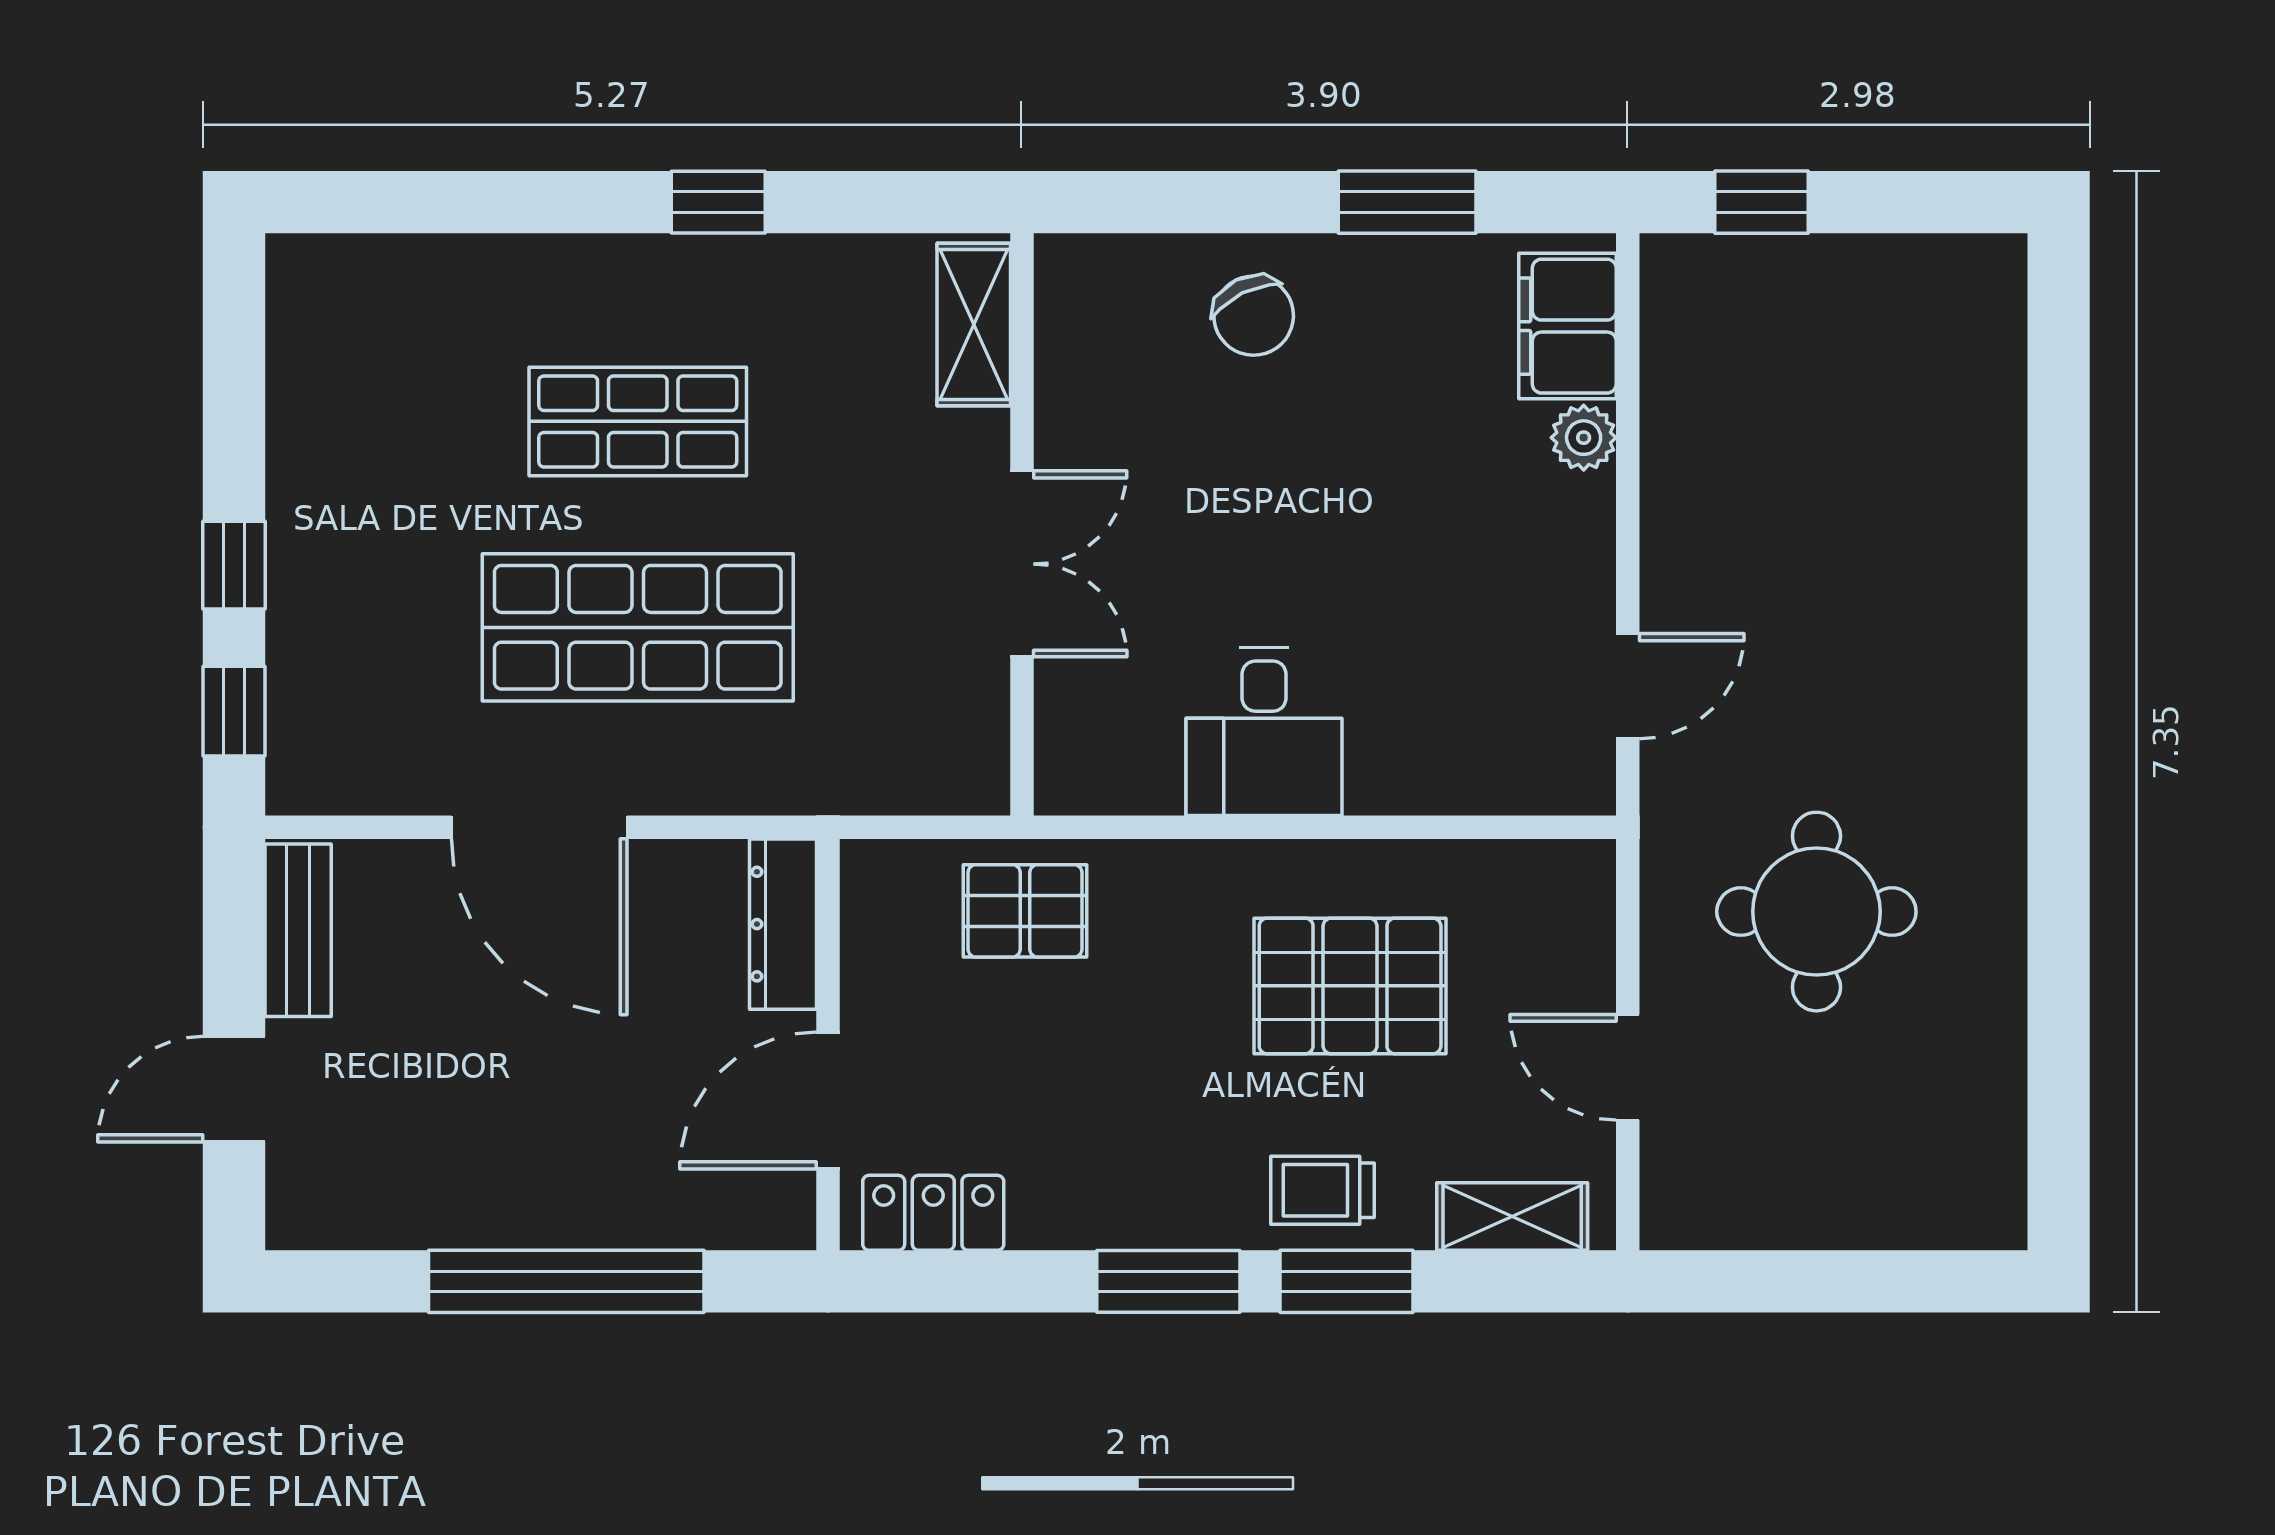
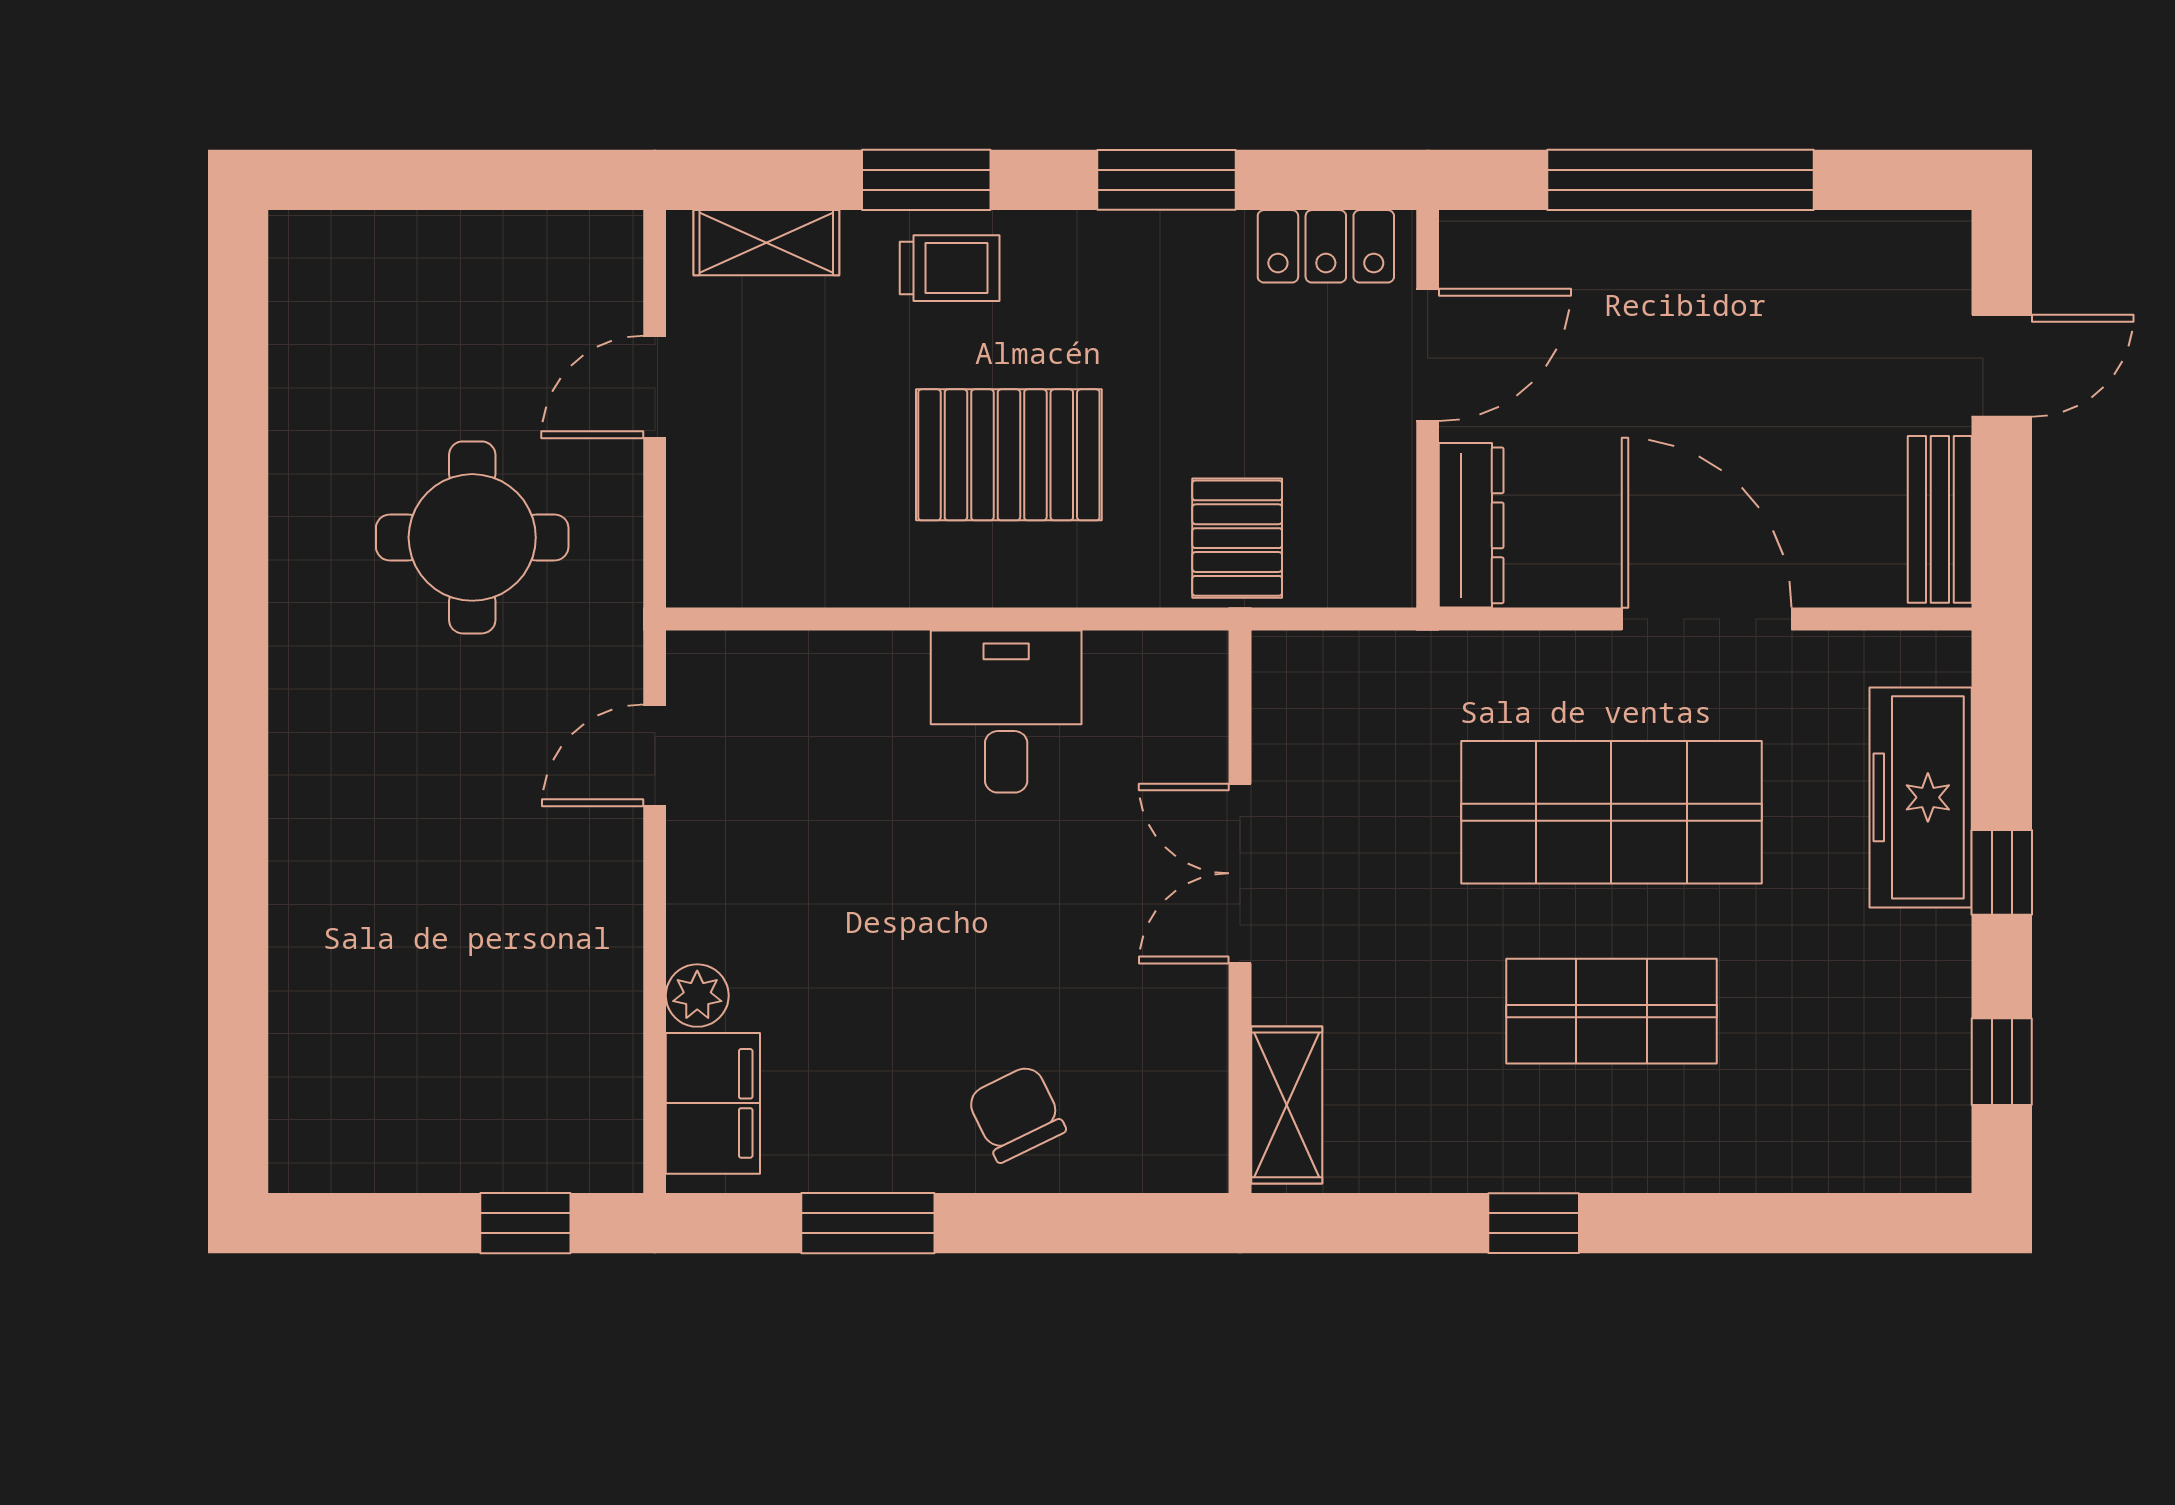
freezer: (318, 643) -> (1921, 797), added
window: (234, 711) -> (2002, 1062), moved
pallet: (1025, 911) -> (1237, 538), turned 90
pallet: (1350, 986) -> (1009, 455), moved
door: (1628, 1067) -> (655, 387), swing flipped
window: (1168, 1281) -> (1167, 180), moved

